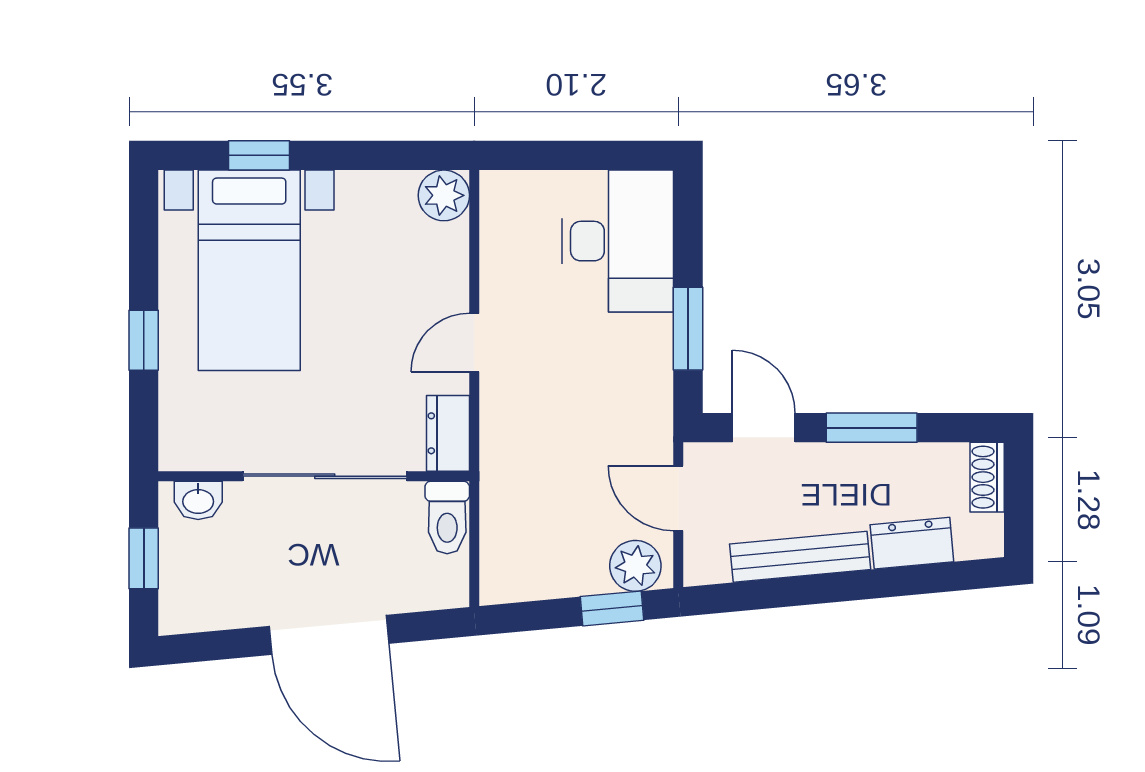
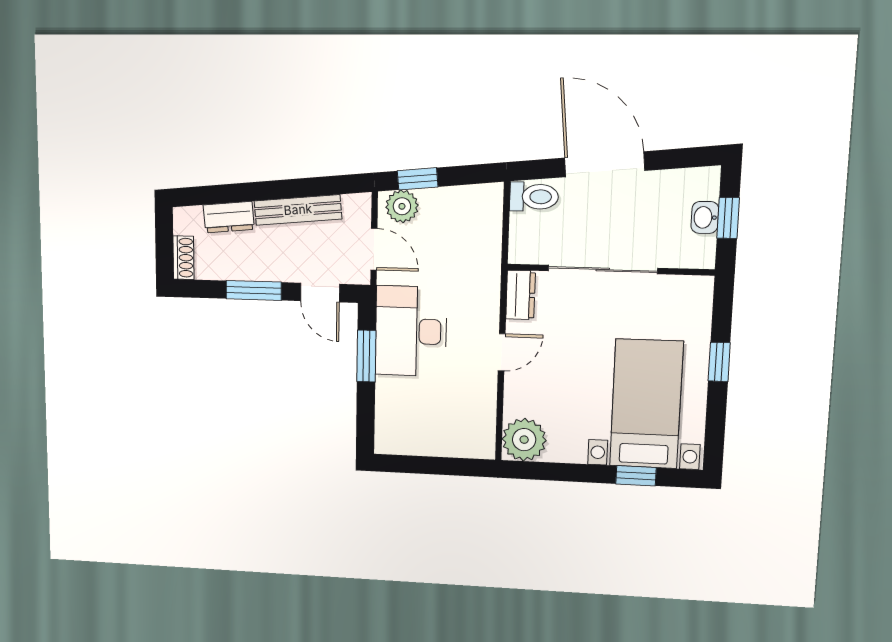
plant: (444, 195) -> (524, 440), width x1.36, depth x1.36
desk: (618, 241) -> (411, 331), moved
washbasin: (198, 500) -> (705, 217), moved, turned -90
toilet: (447, 518) -> (534, 197), moved, turned 90

